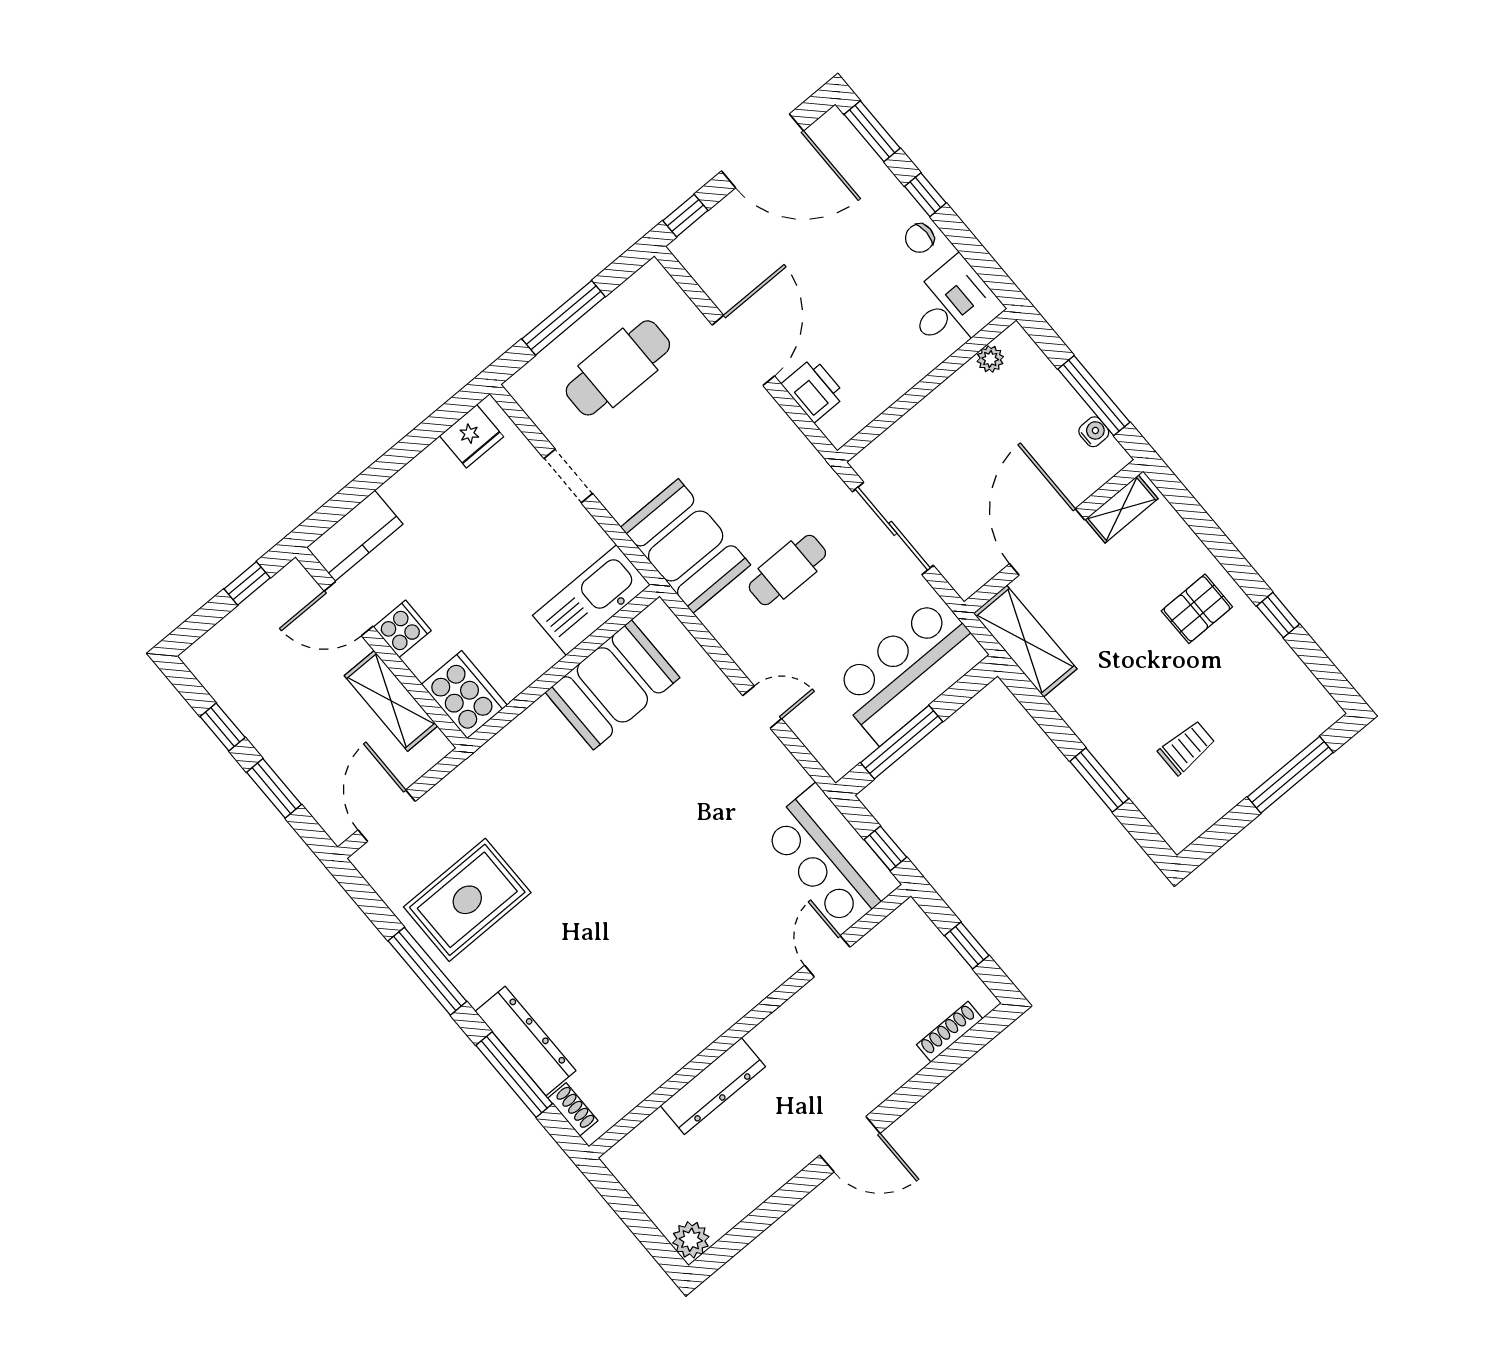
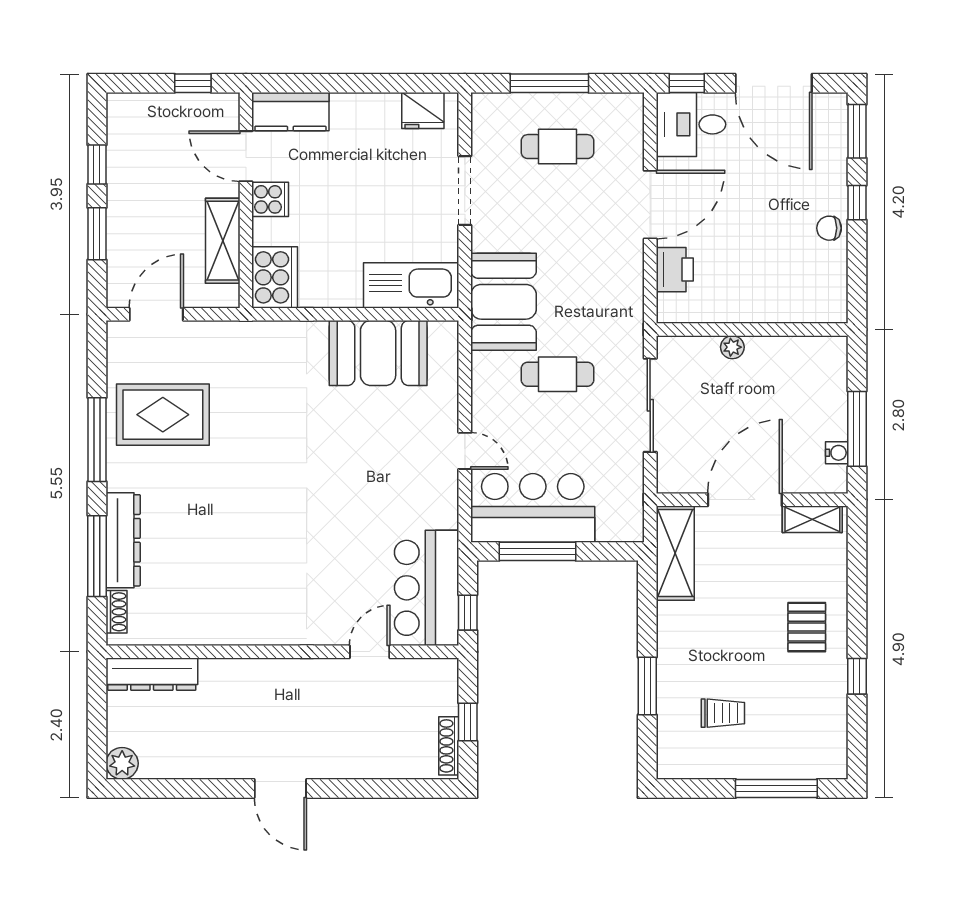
desk: (953, 306) -> (691, 124), moved, turned 180
plant: (990, 359) -> (732, 347), moved
cafe table: (618, 368) -> (558, 147), width x0.73, depth x0.74
doorway: (568, 476) -> (465, 190), width x1.38
pallet: (1197, 609) -> (807, 627), turned 90
bar counter: (909, 670) -> (533, 508), moved
shoe rack: (950, 1032) -> (449, 746), moved, turned -90
dresser: (713, 1086) -> (152, 674), moved

